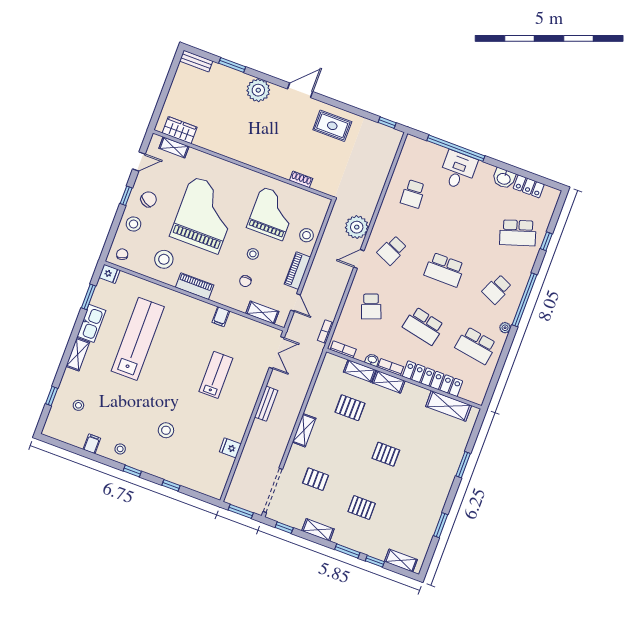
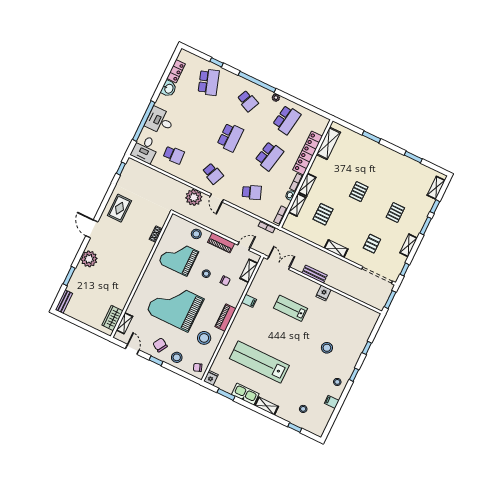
desk: (417, 154) -> (145, 149), added
fridge: (230, 448) -> (324, 293), moved

